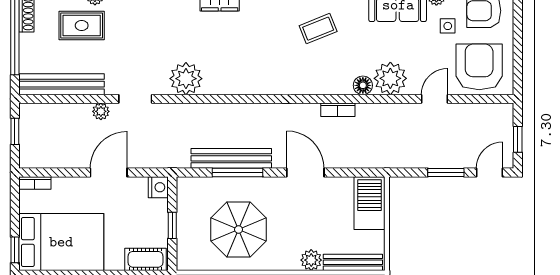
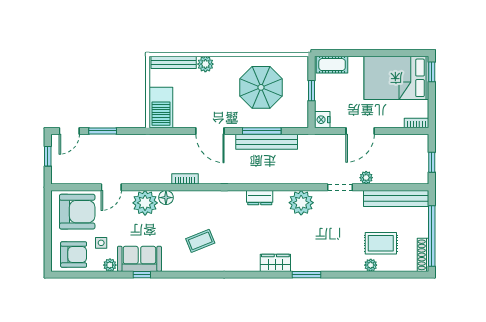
armchair: (479, 67) -> (77, 212), turned -90
dresser: (240, 85) -> (260, 198), added

